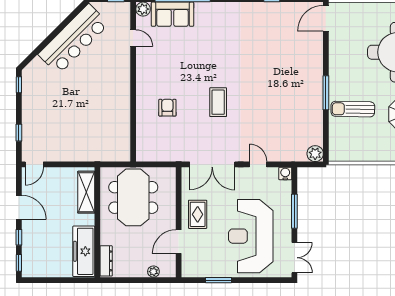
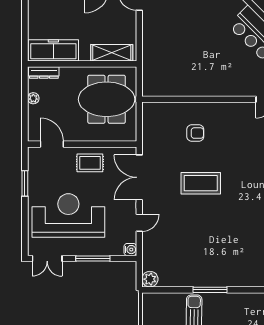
coffee table: (218, 102) -> (201, 183), width x1.36, depth x1.32
door: (179, 242) -> (52, 144), moved
plant: (153, 272) -> (33, 98), moved

